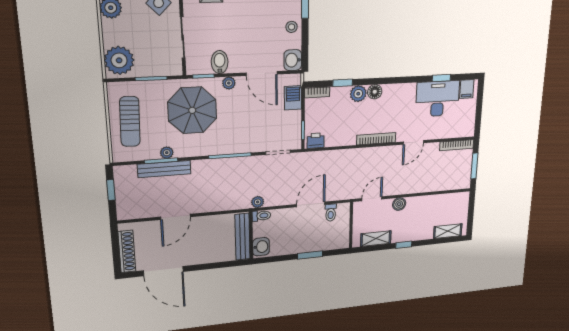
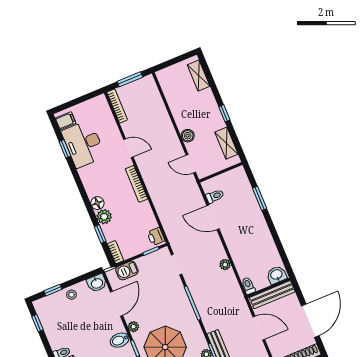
toilet: (261, 216) -> (248, 286), moved
wall: (251, 235) -> (269, 288), moved
bench: (242, 237) -> (272, 295), moved
washbasin: (261, 247) -> (277, 275), moved

